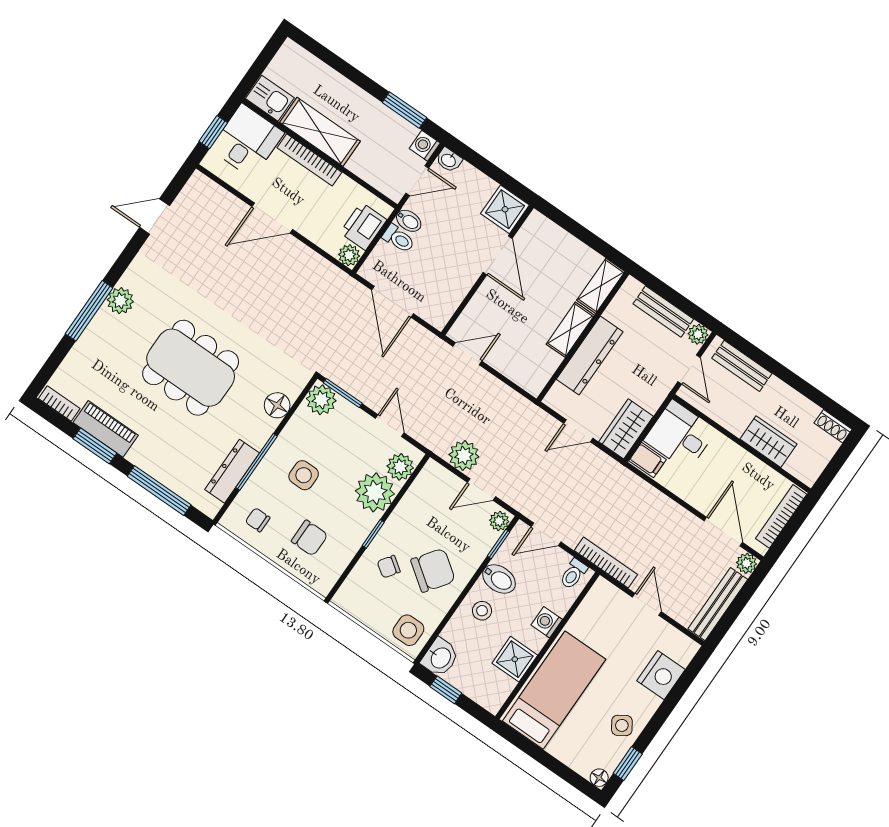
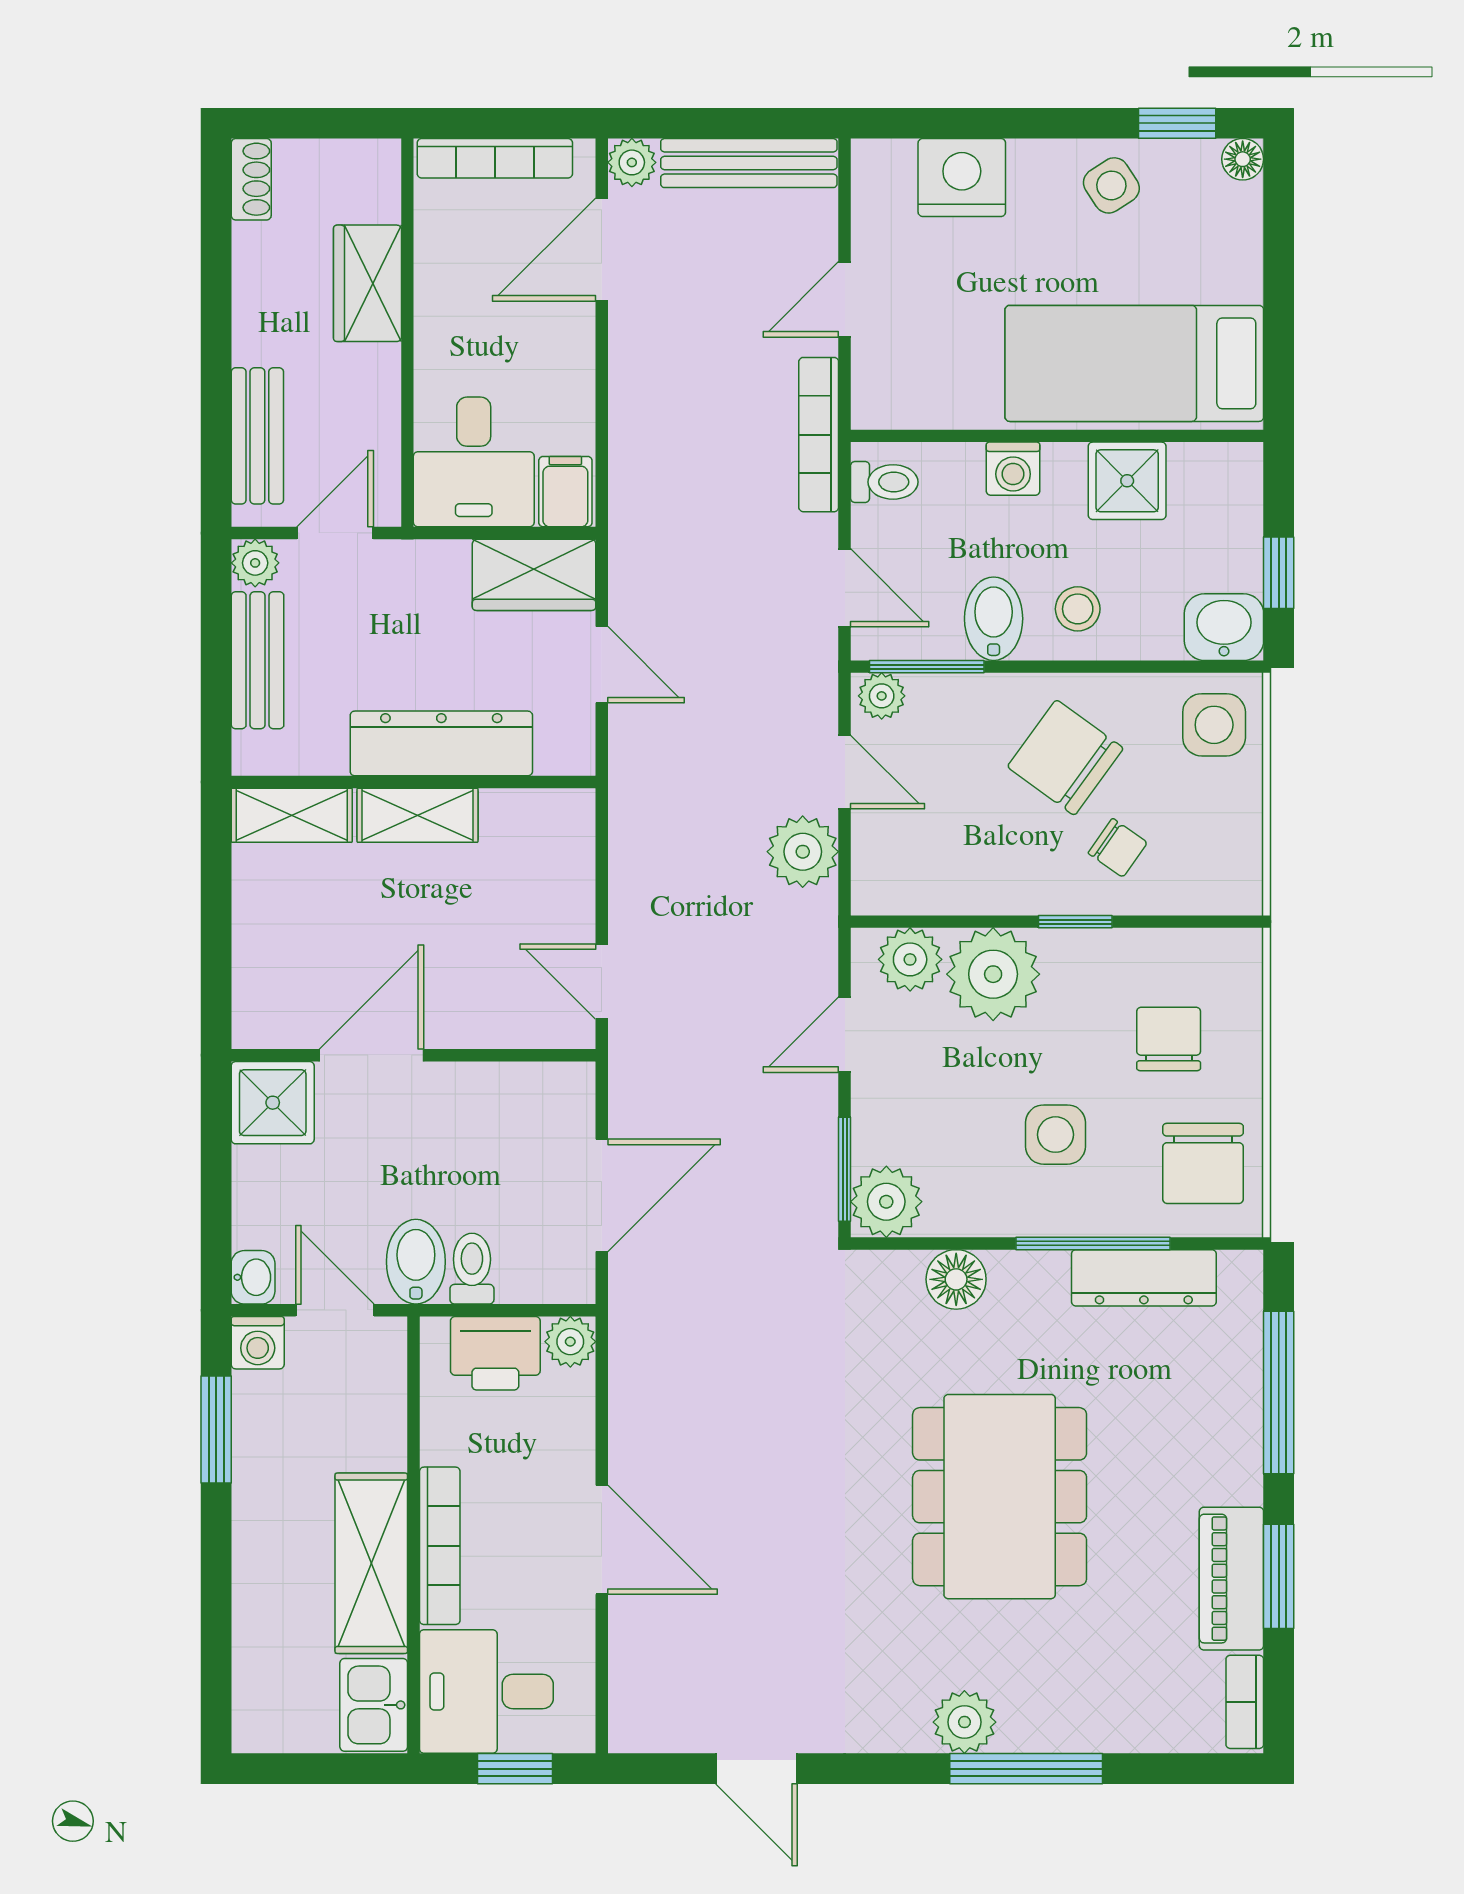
bidet: (409, 221) -> (416, 1262), width x1.38, depth x1.36
chair: (258, 520) -> (1203, 1163), width x1.87, depth x1.87
window: (499, 544) -> (927, 667), width x1.50

